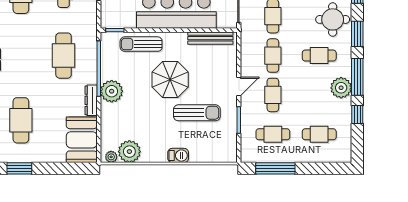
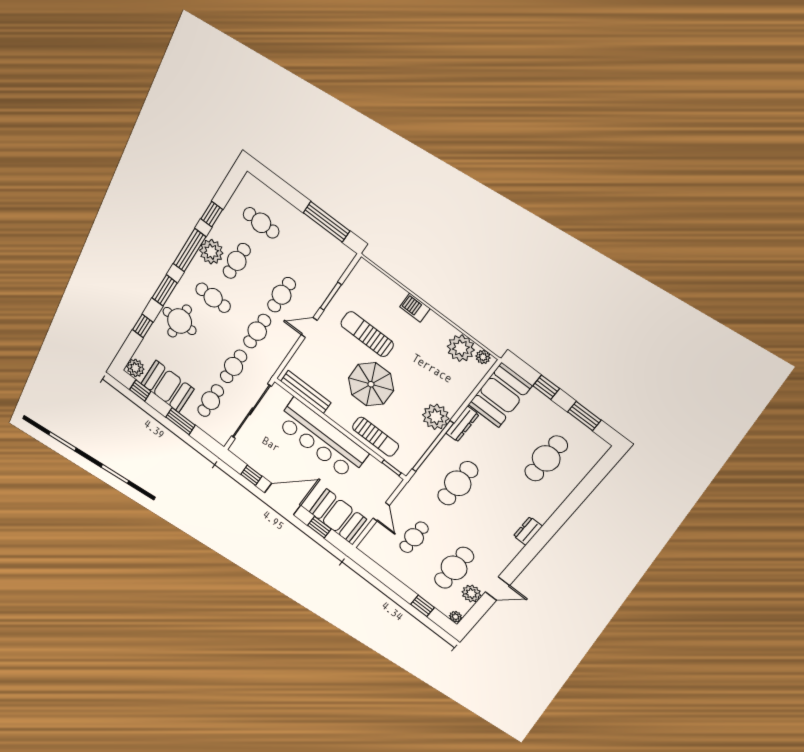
cafe table: (273, 134) -> (237, 261), moved, turned 90
window: (57, 168) -> (546, 387), added

